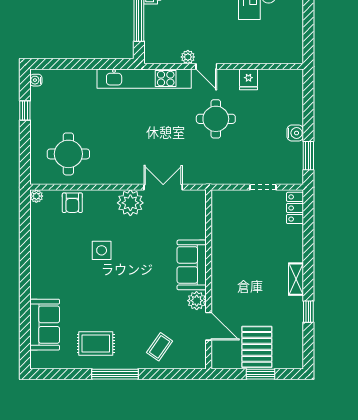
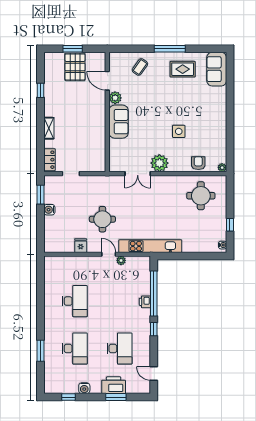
shelving: (296, 279) -> (49, 128), moved
sofa: (45, 325) -> (217, 69), moved

